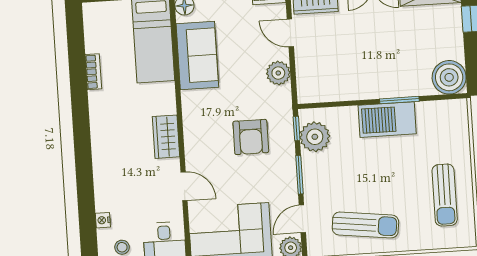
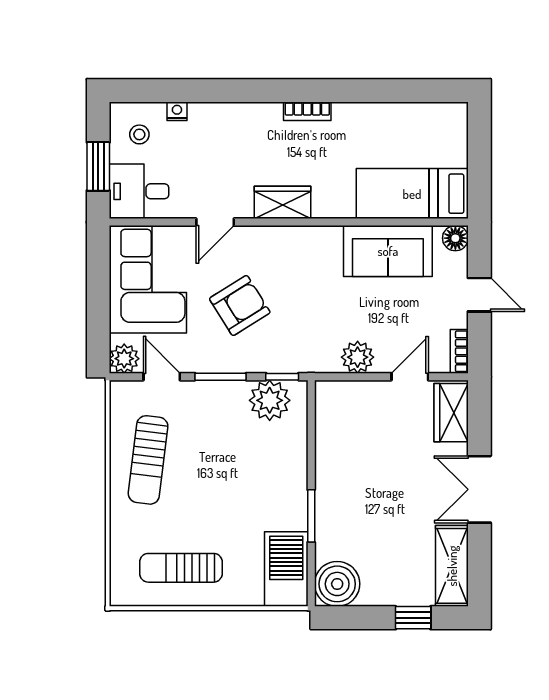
bookcase: (93, 72) -> (307, 111), moved
barbecue: (387, 120) -> (286, 569), moved
armchair: (251, 137) -> (240, 306), moved, turned 148

